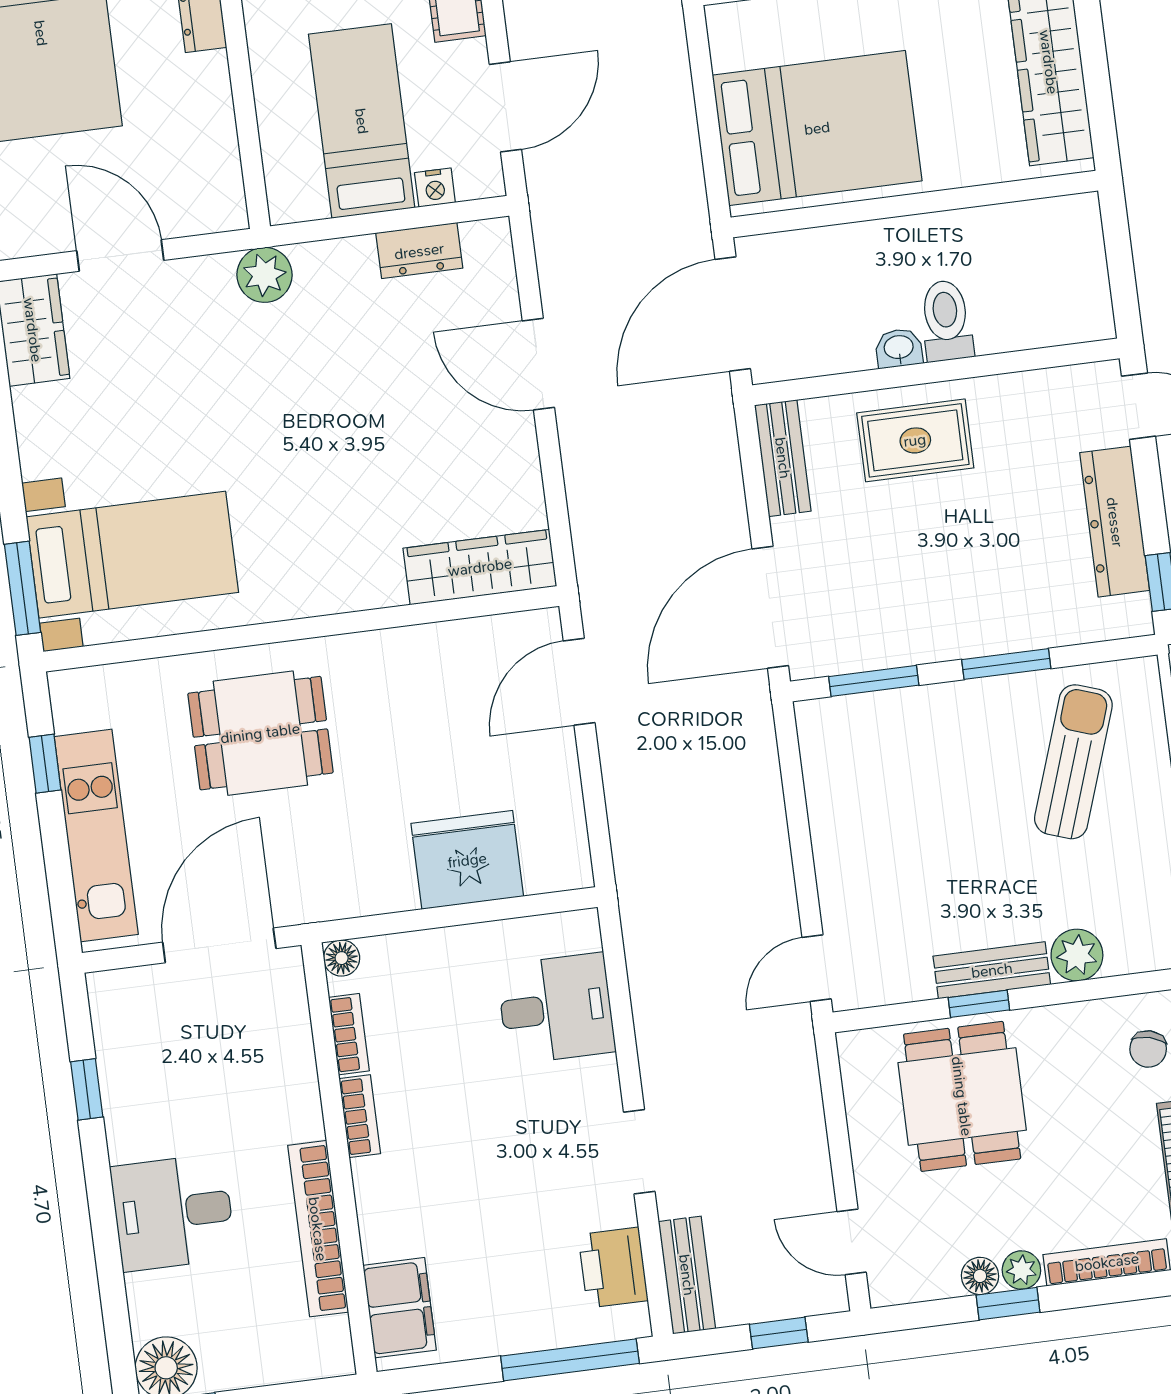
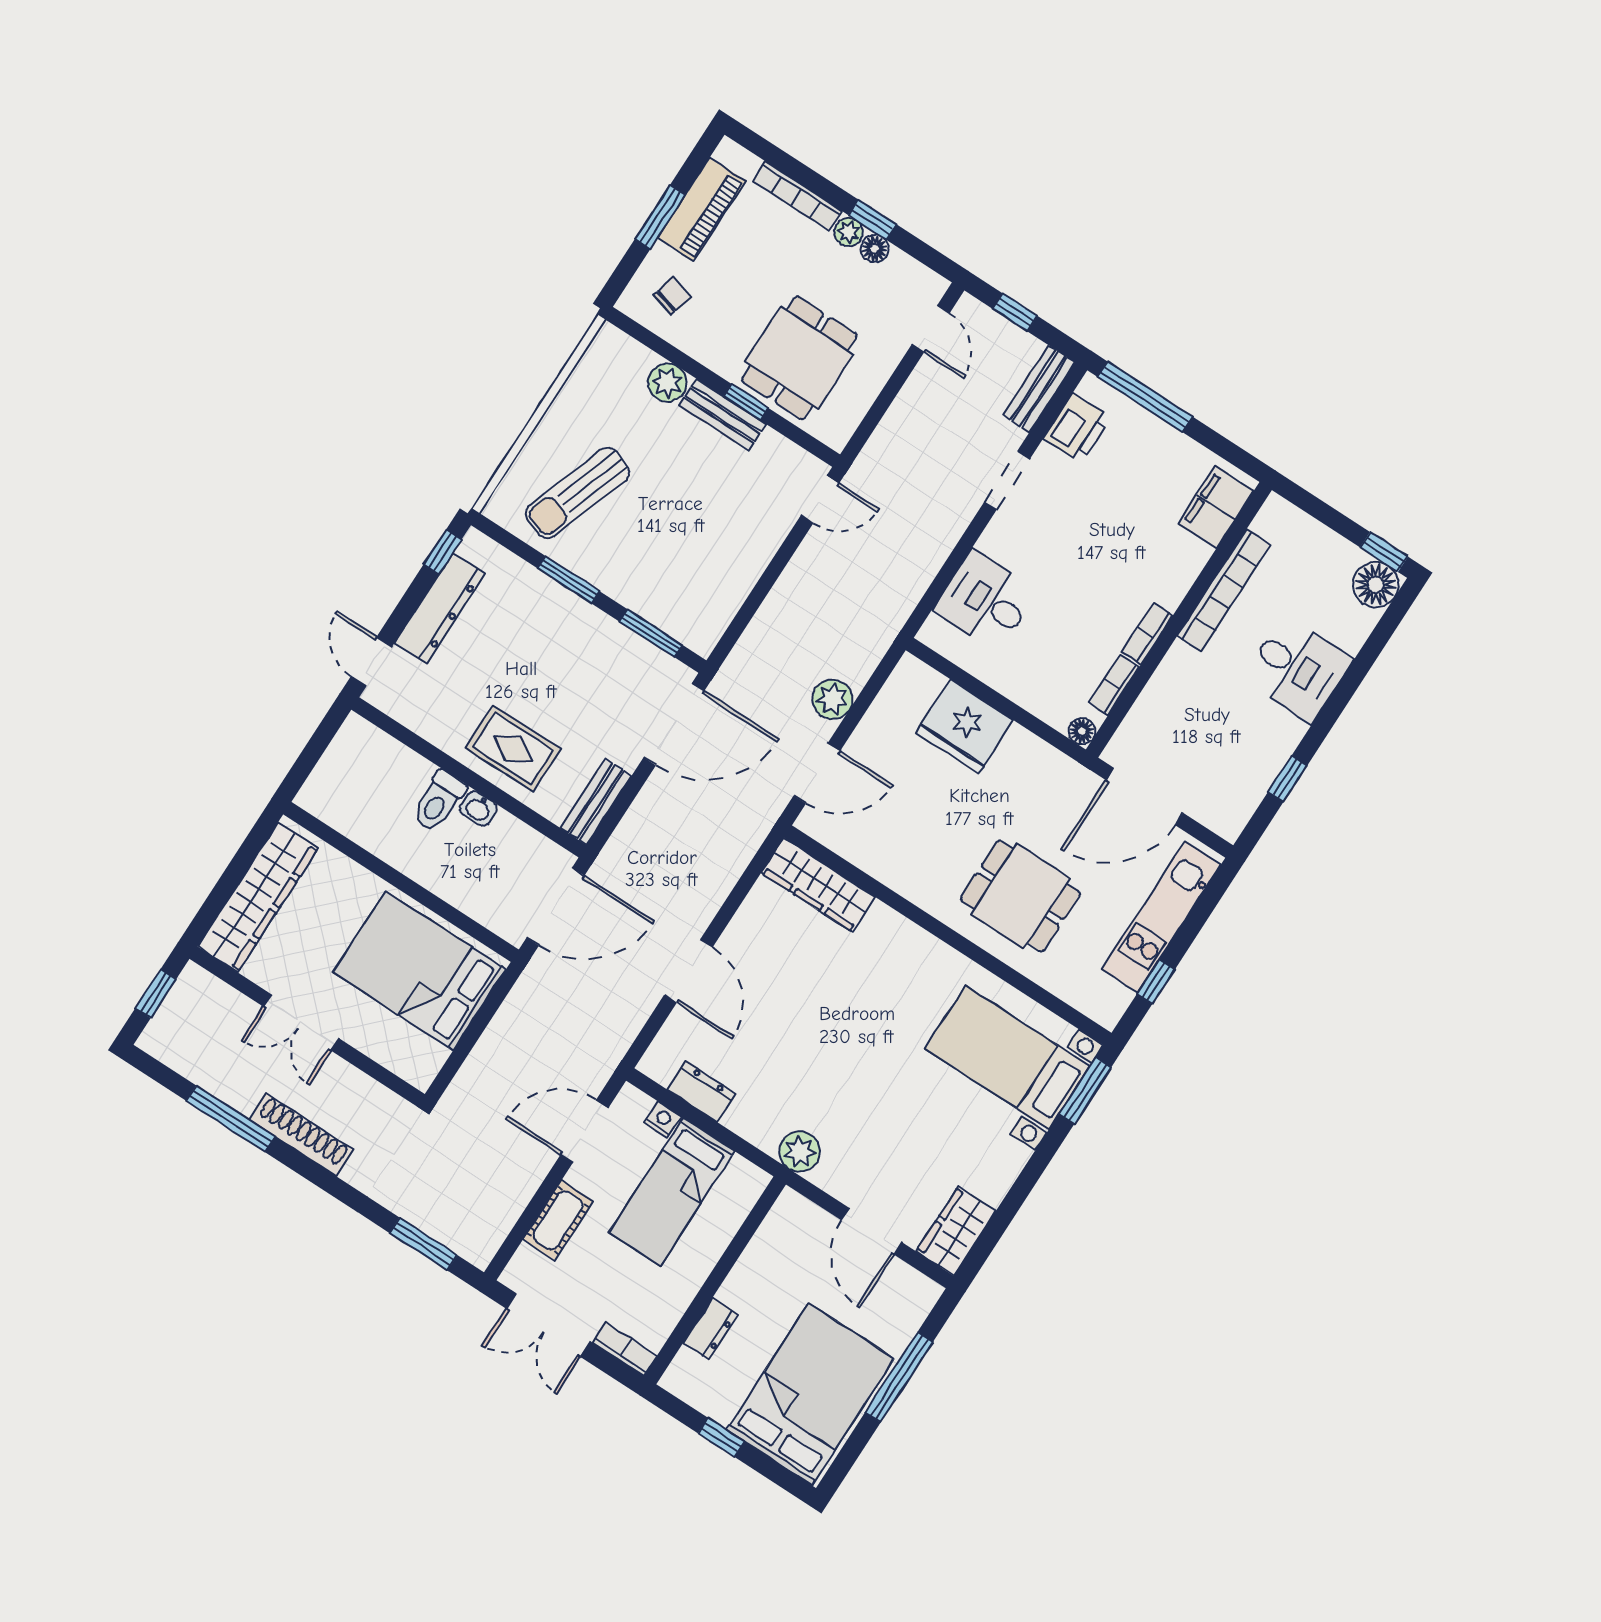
plant: (628, 772) -> (832, 699), added

